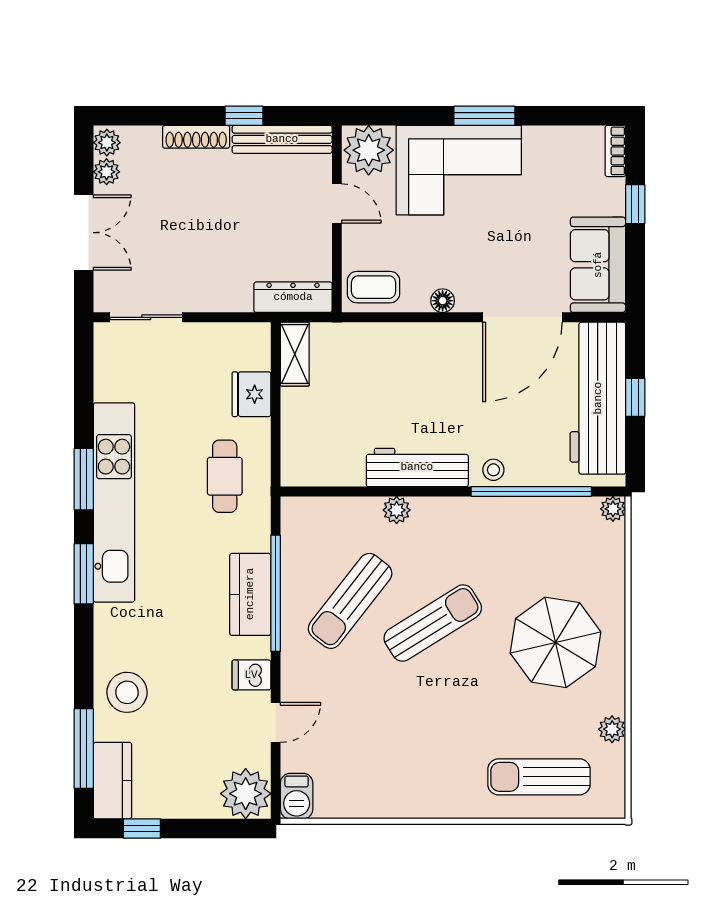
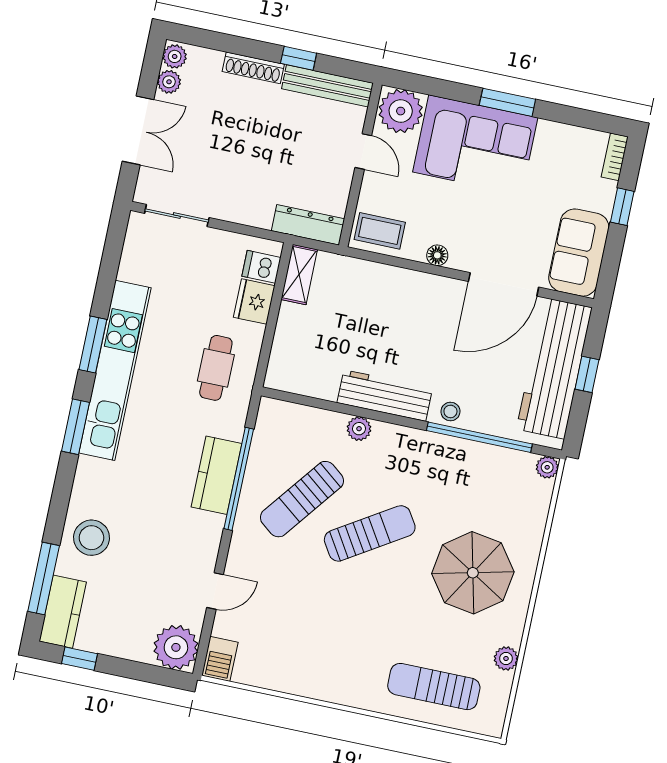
dishwasher: (251, 675) -> (261, 267), moved

